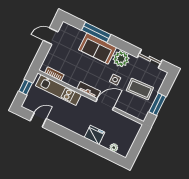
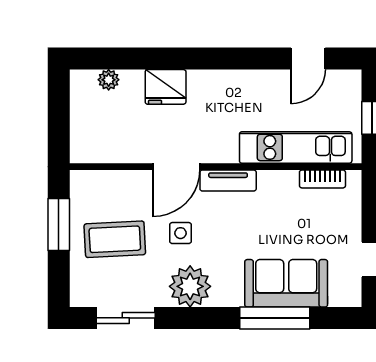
sofa: (97, 48) -> (286, 283), moved

